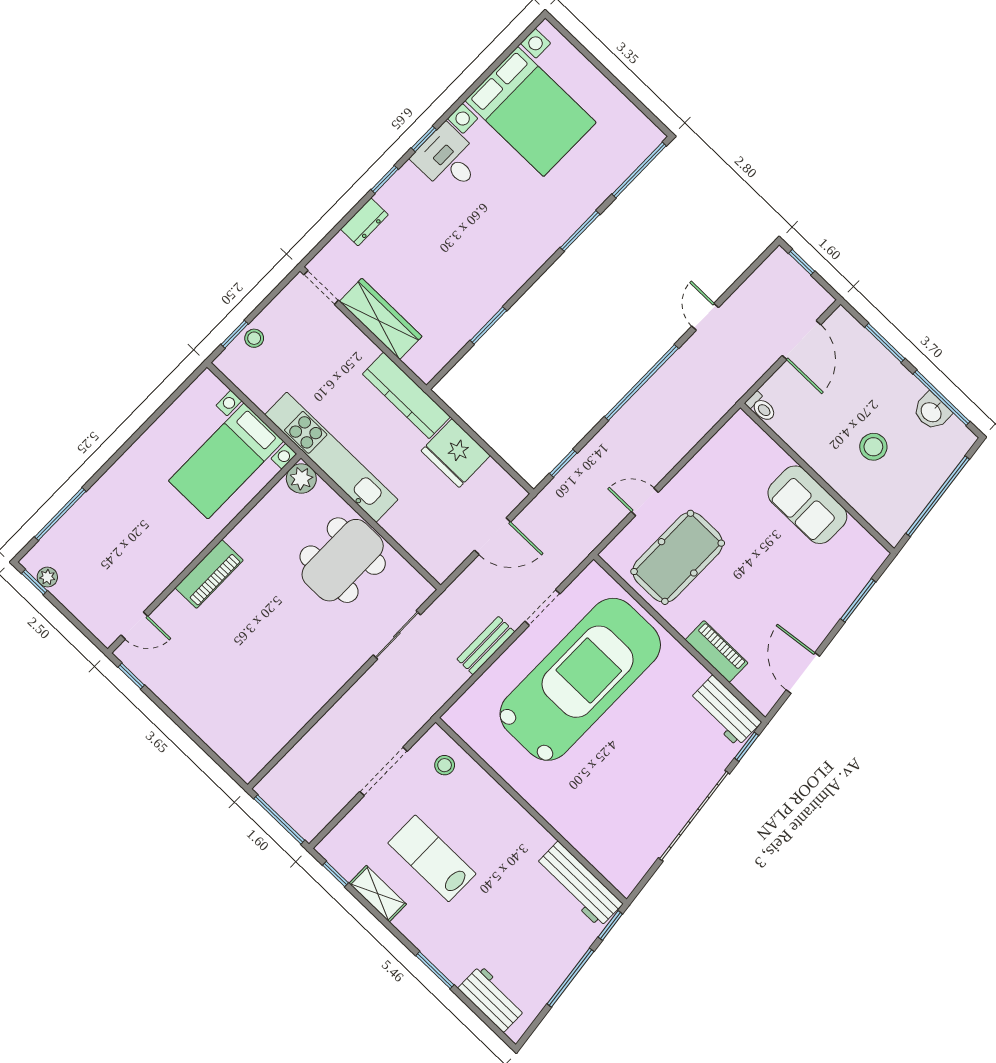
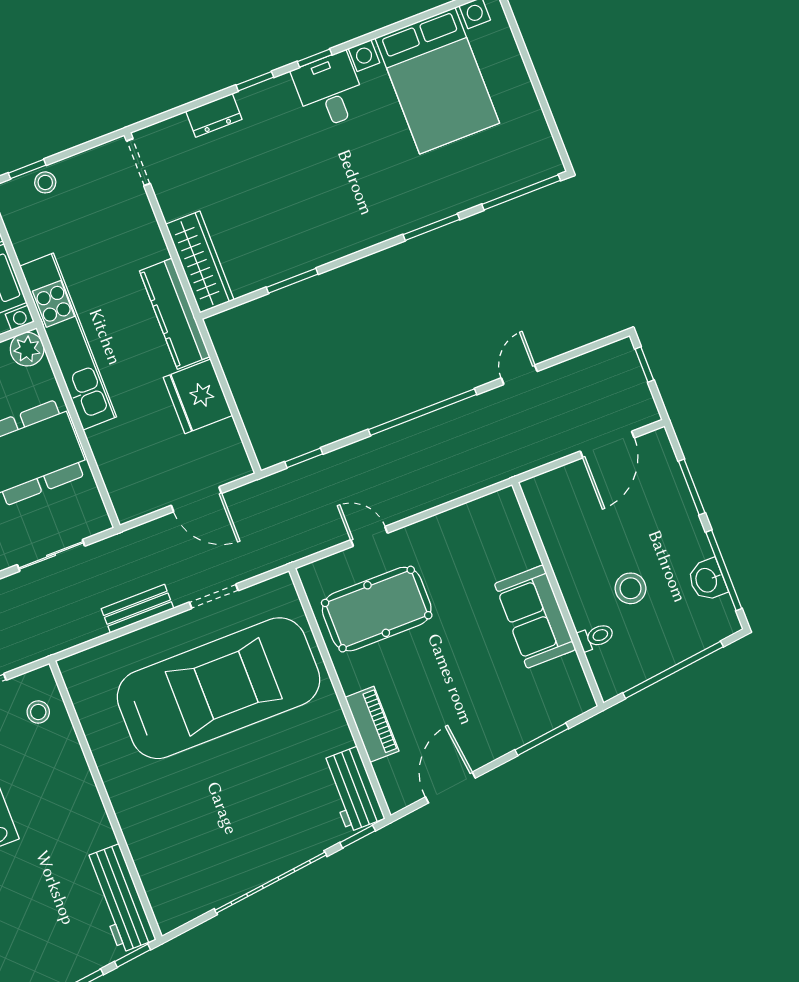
wardrobe: (381, 319) -> (200, 262), moved
toilet: (761, 407) -> (596, 637), moved, turned -90

